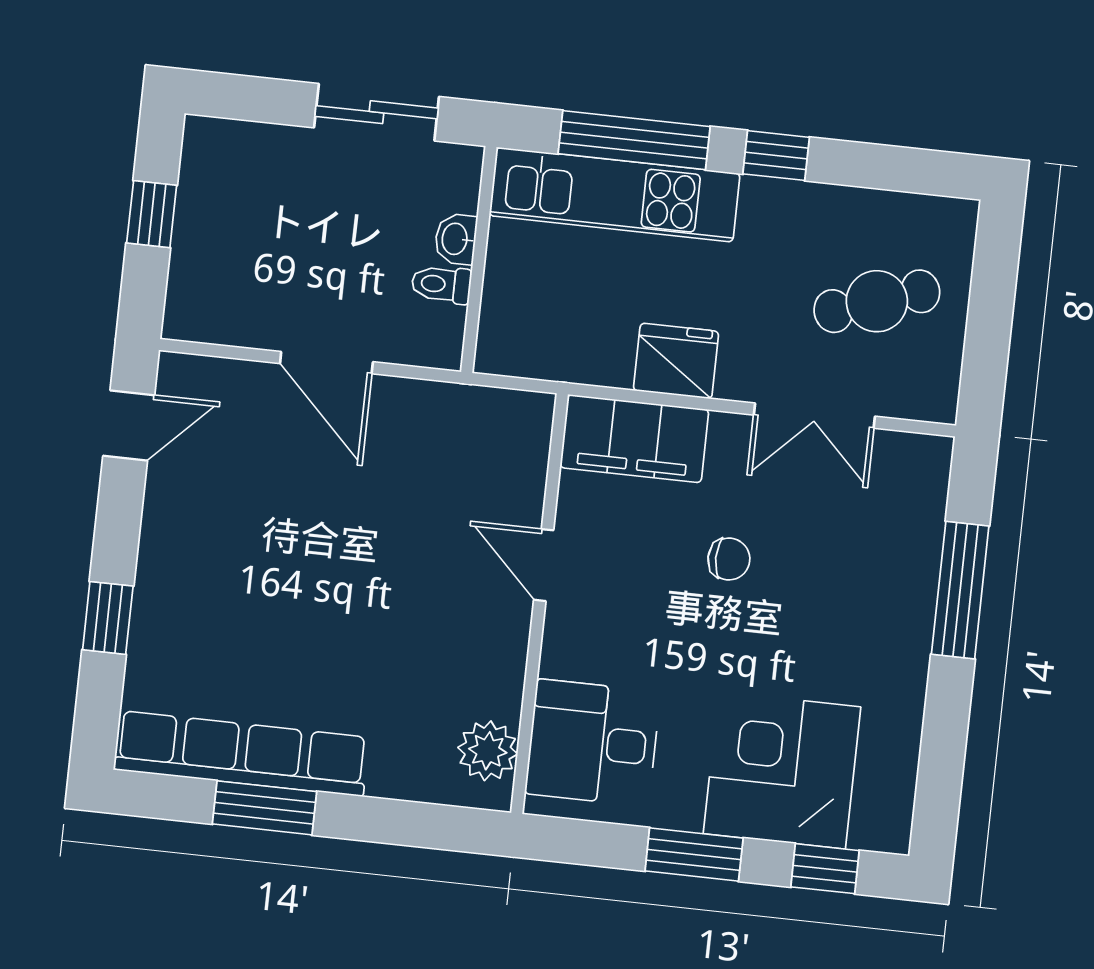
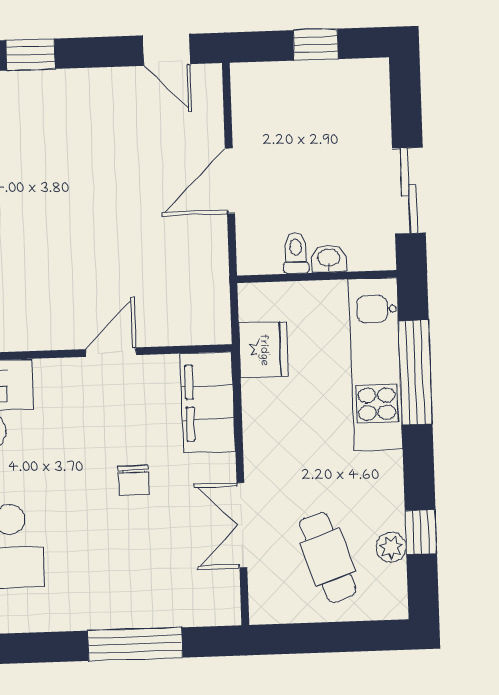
window: (776, 156) -> (421, 532), moved
plant: (876, 210) -> (391, 547), added
fridge: (676, 361) -> (263, 350), moved

